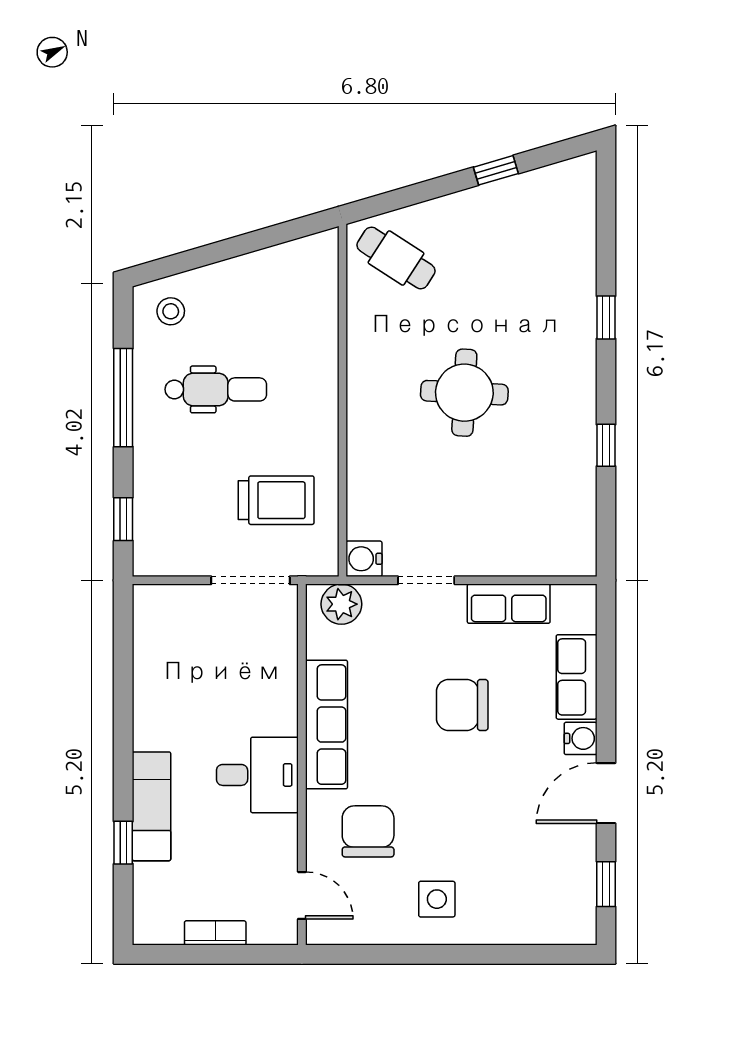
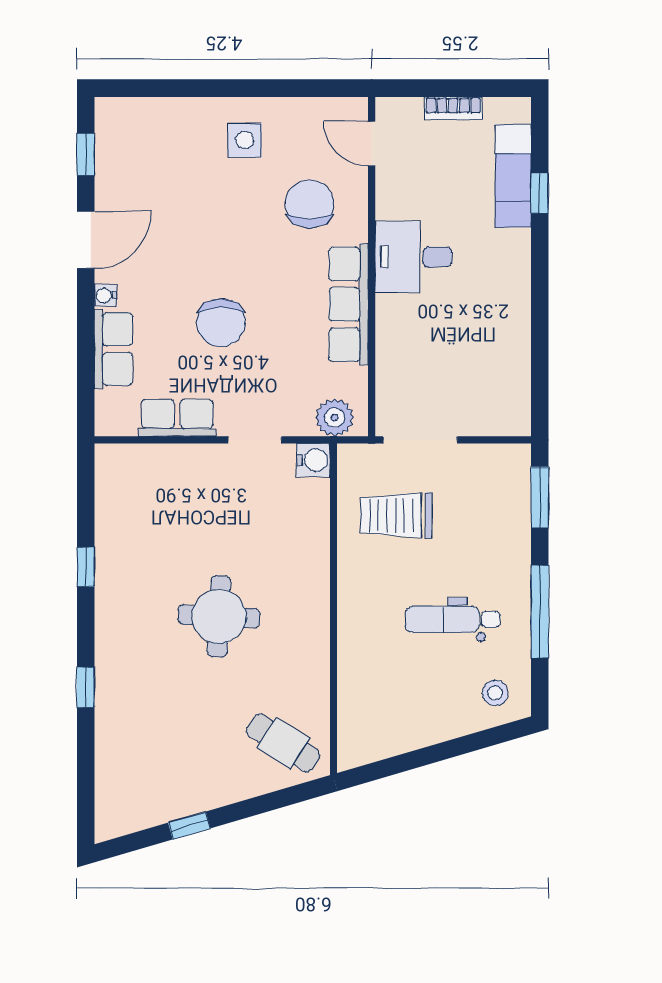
window: (123, 519) -> (540, 497), width x1.50
chair: (462, 705) -> (221, 323), turned 90
water cooler: (581, 738) -> (105, 295), width x0.72, depth x0.72
exam couch: (151, 806) -> (513, 176), moved
chair: (368, 831) -> (309, 204), turned 180

